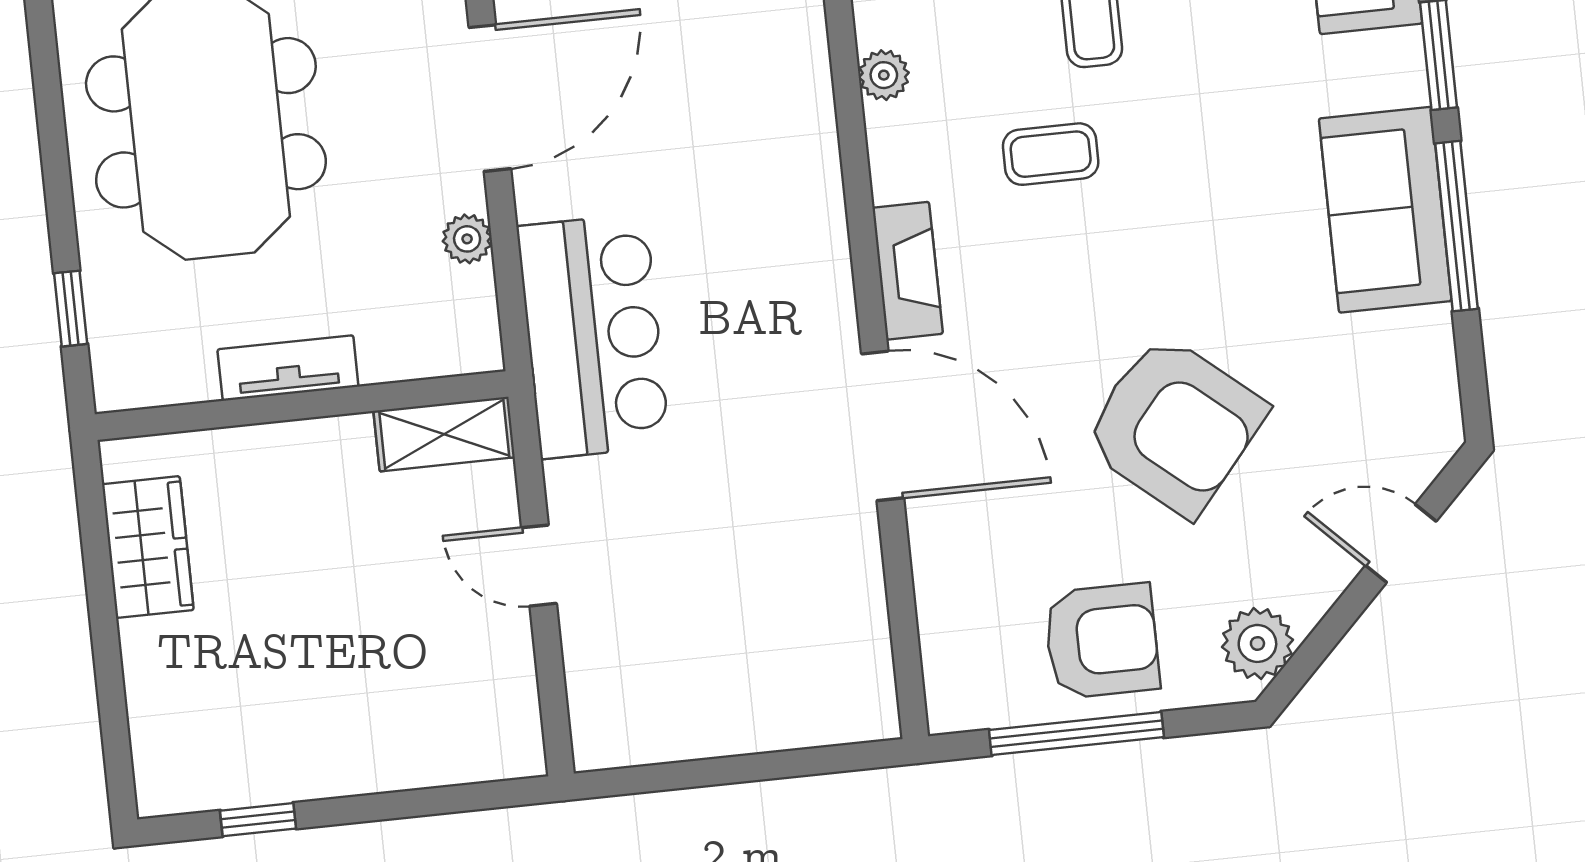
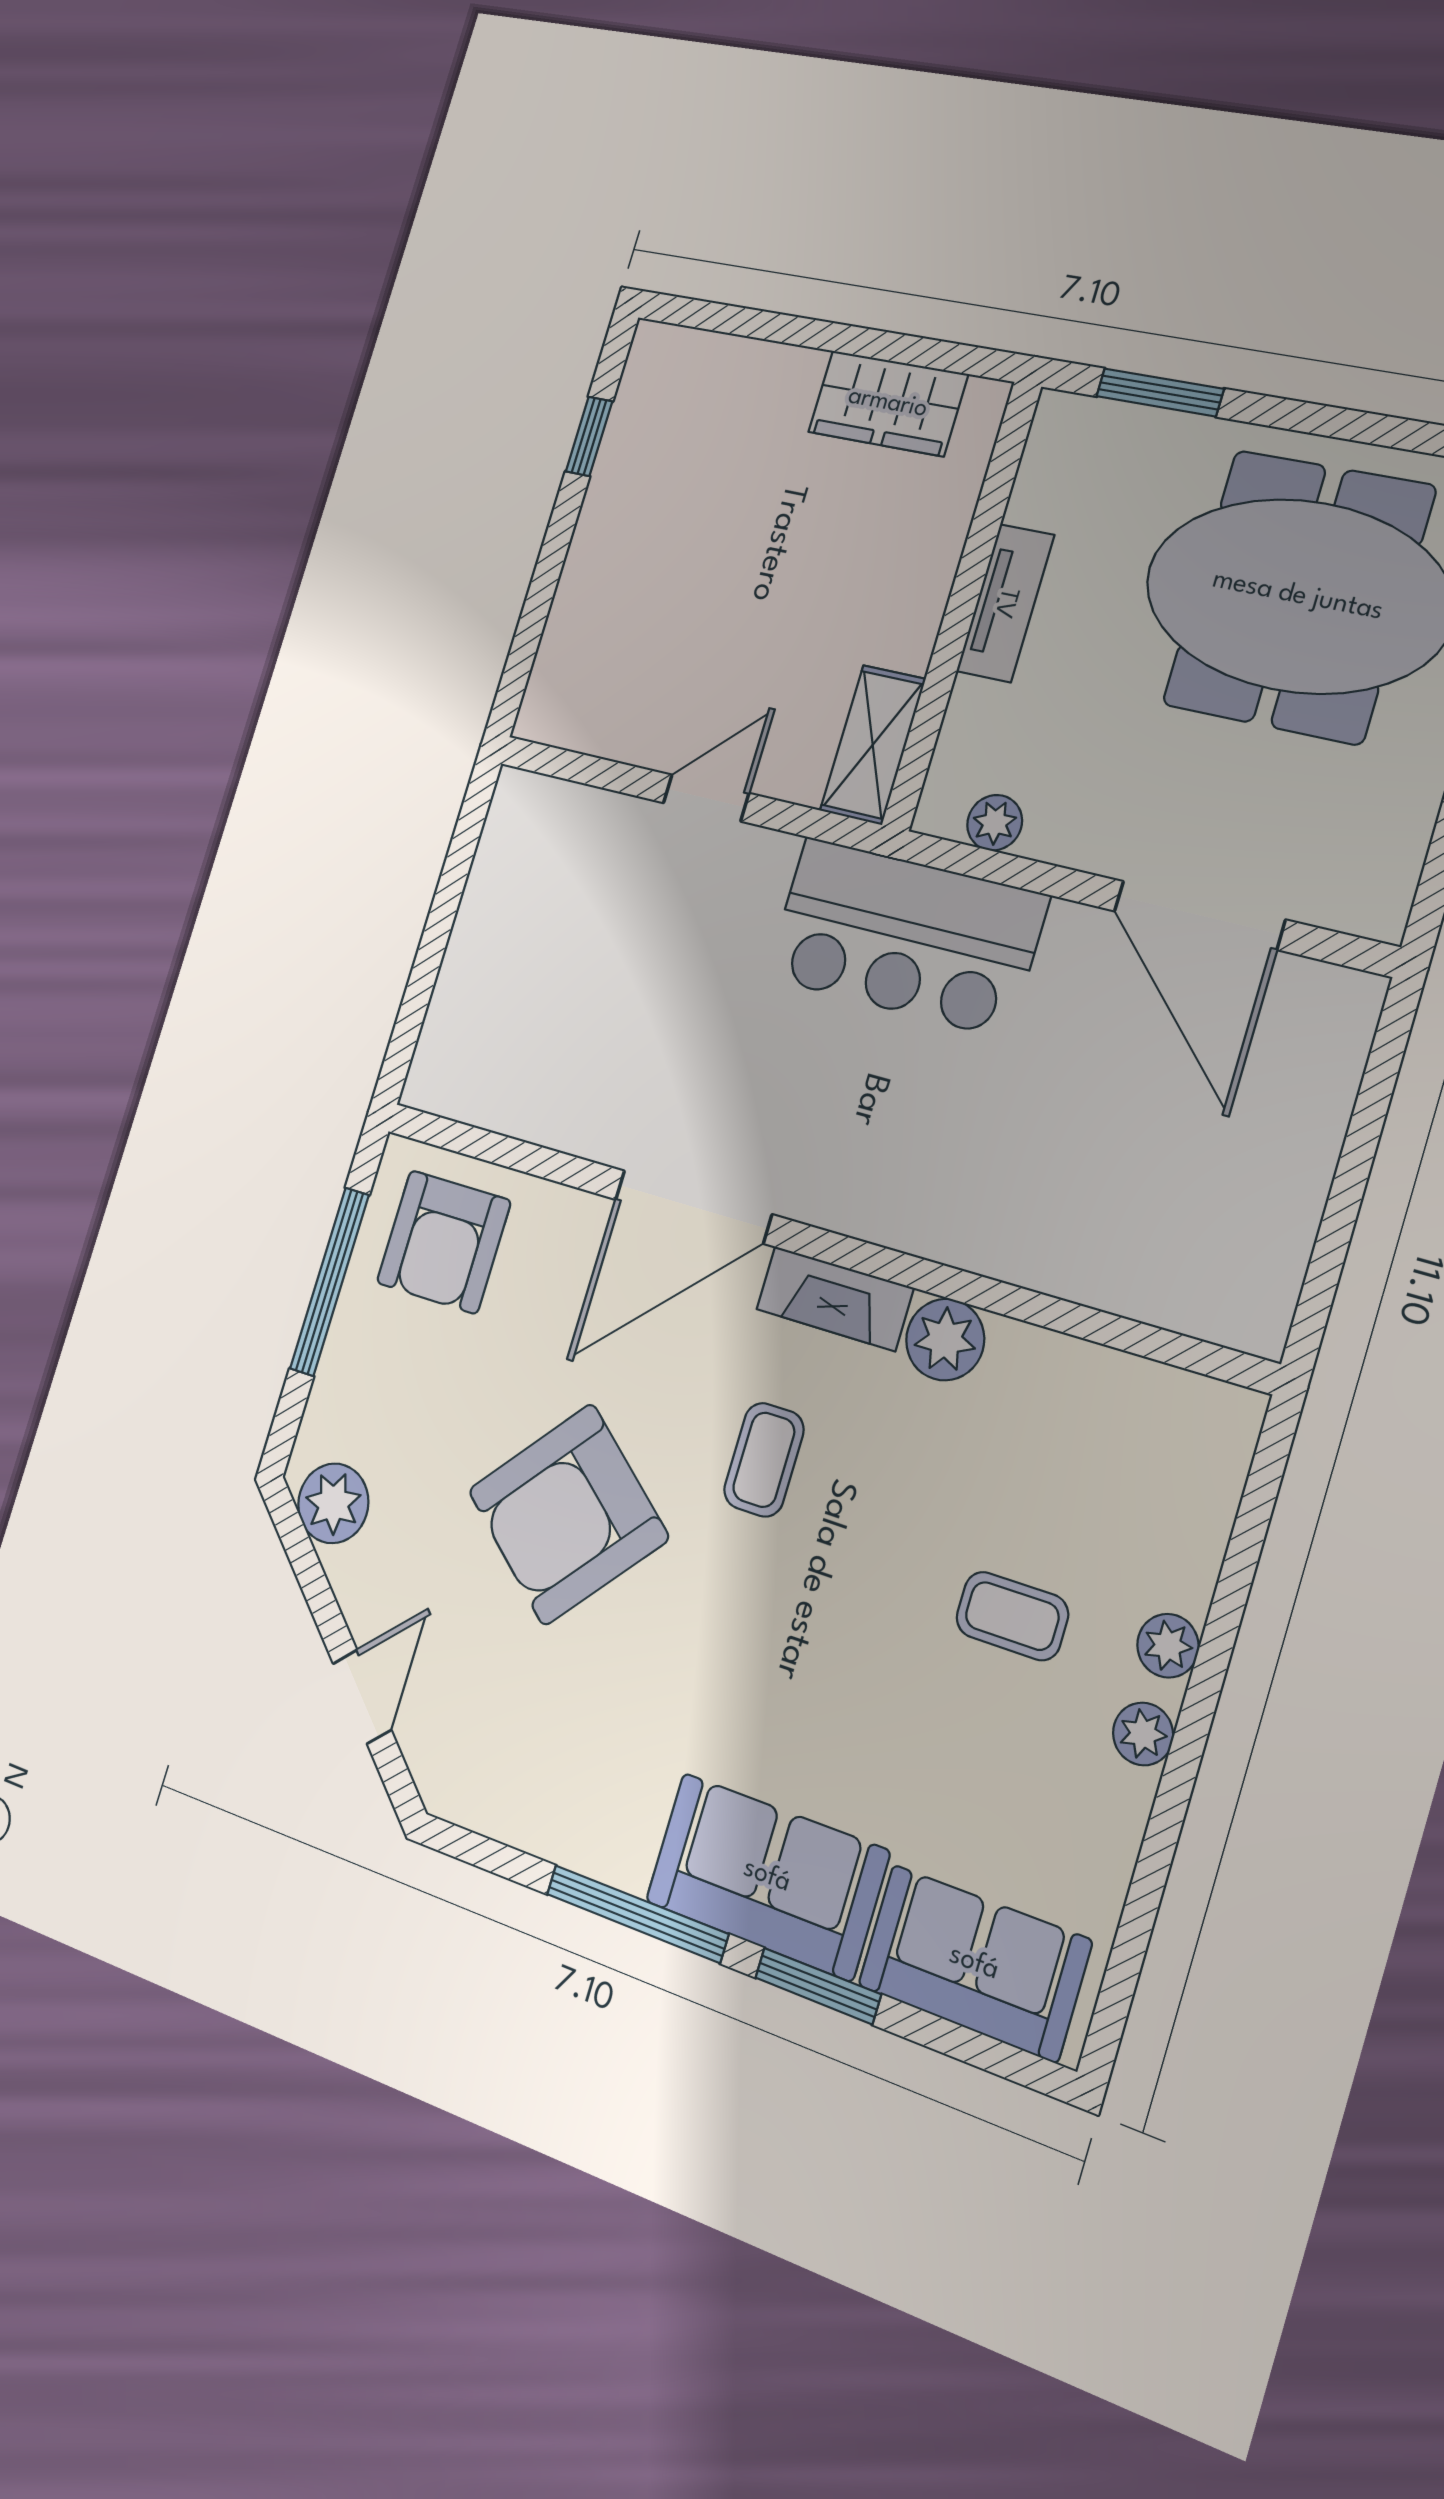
plant: (884, 75) -> (945, 1340), moved, width x1.38, depth x1.38
coffee table: (1051, 154) -> (764, 1460), moved
sofa: (1385, 210) -> (767, 1876), moved
plant: (467, 239) -> (995, 823), moved
window: (71, 309) -> (1160, 392), width x1.50
armchair: (1102, 641) -> (444, 1242), moved

